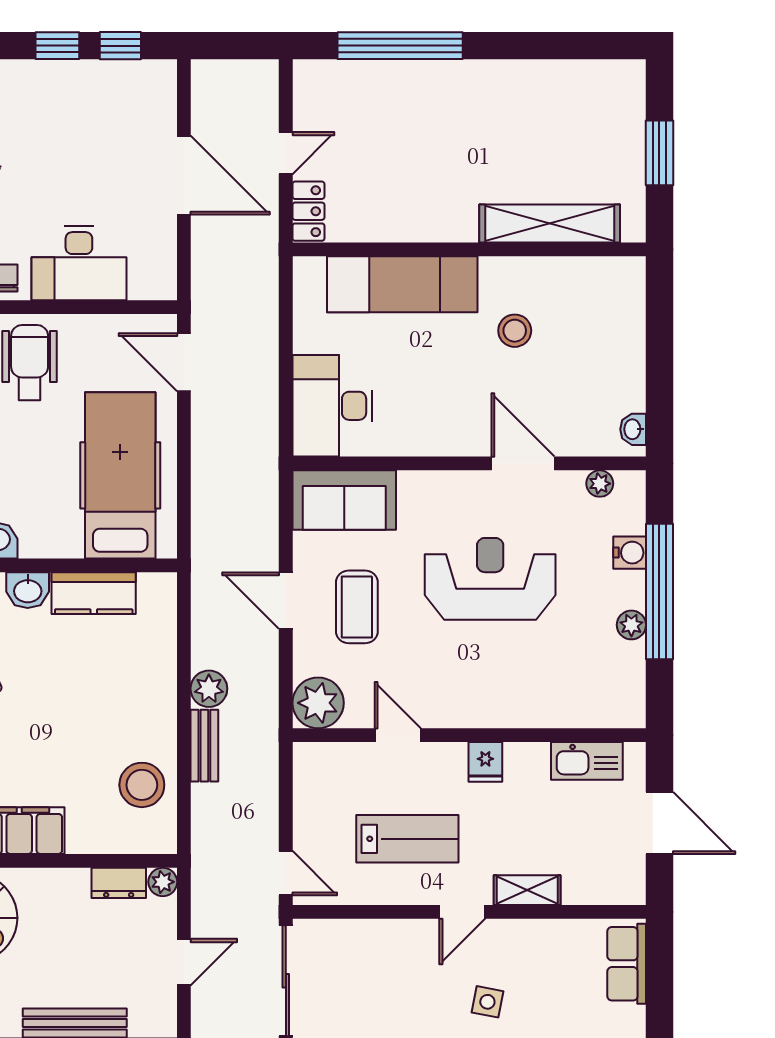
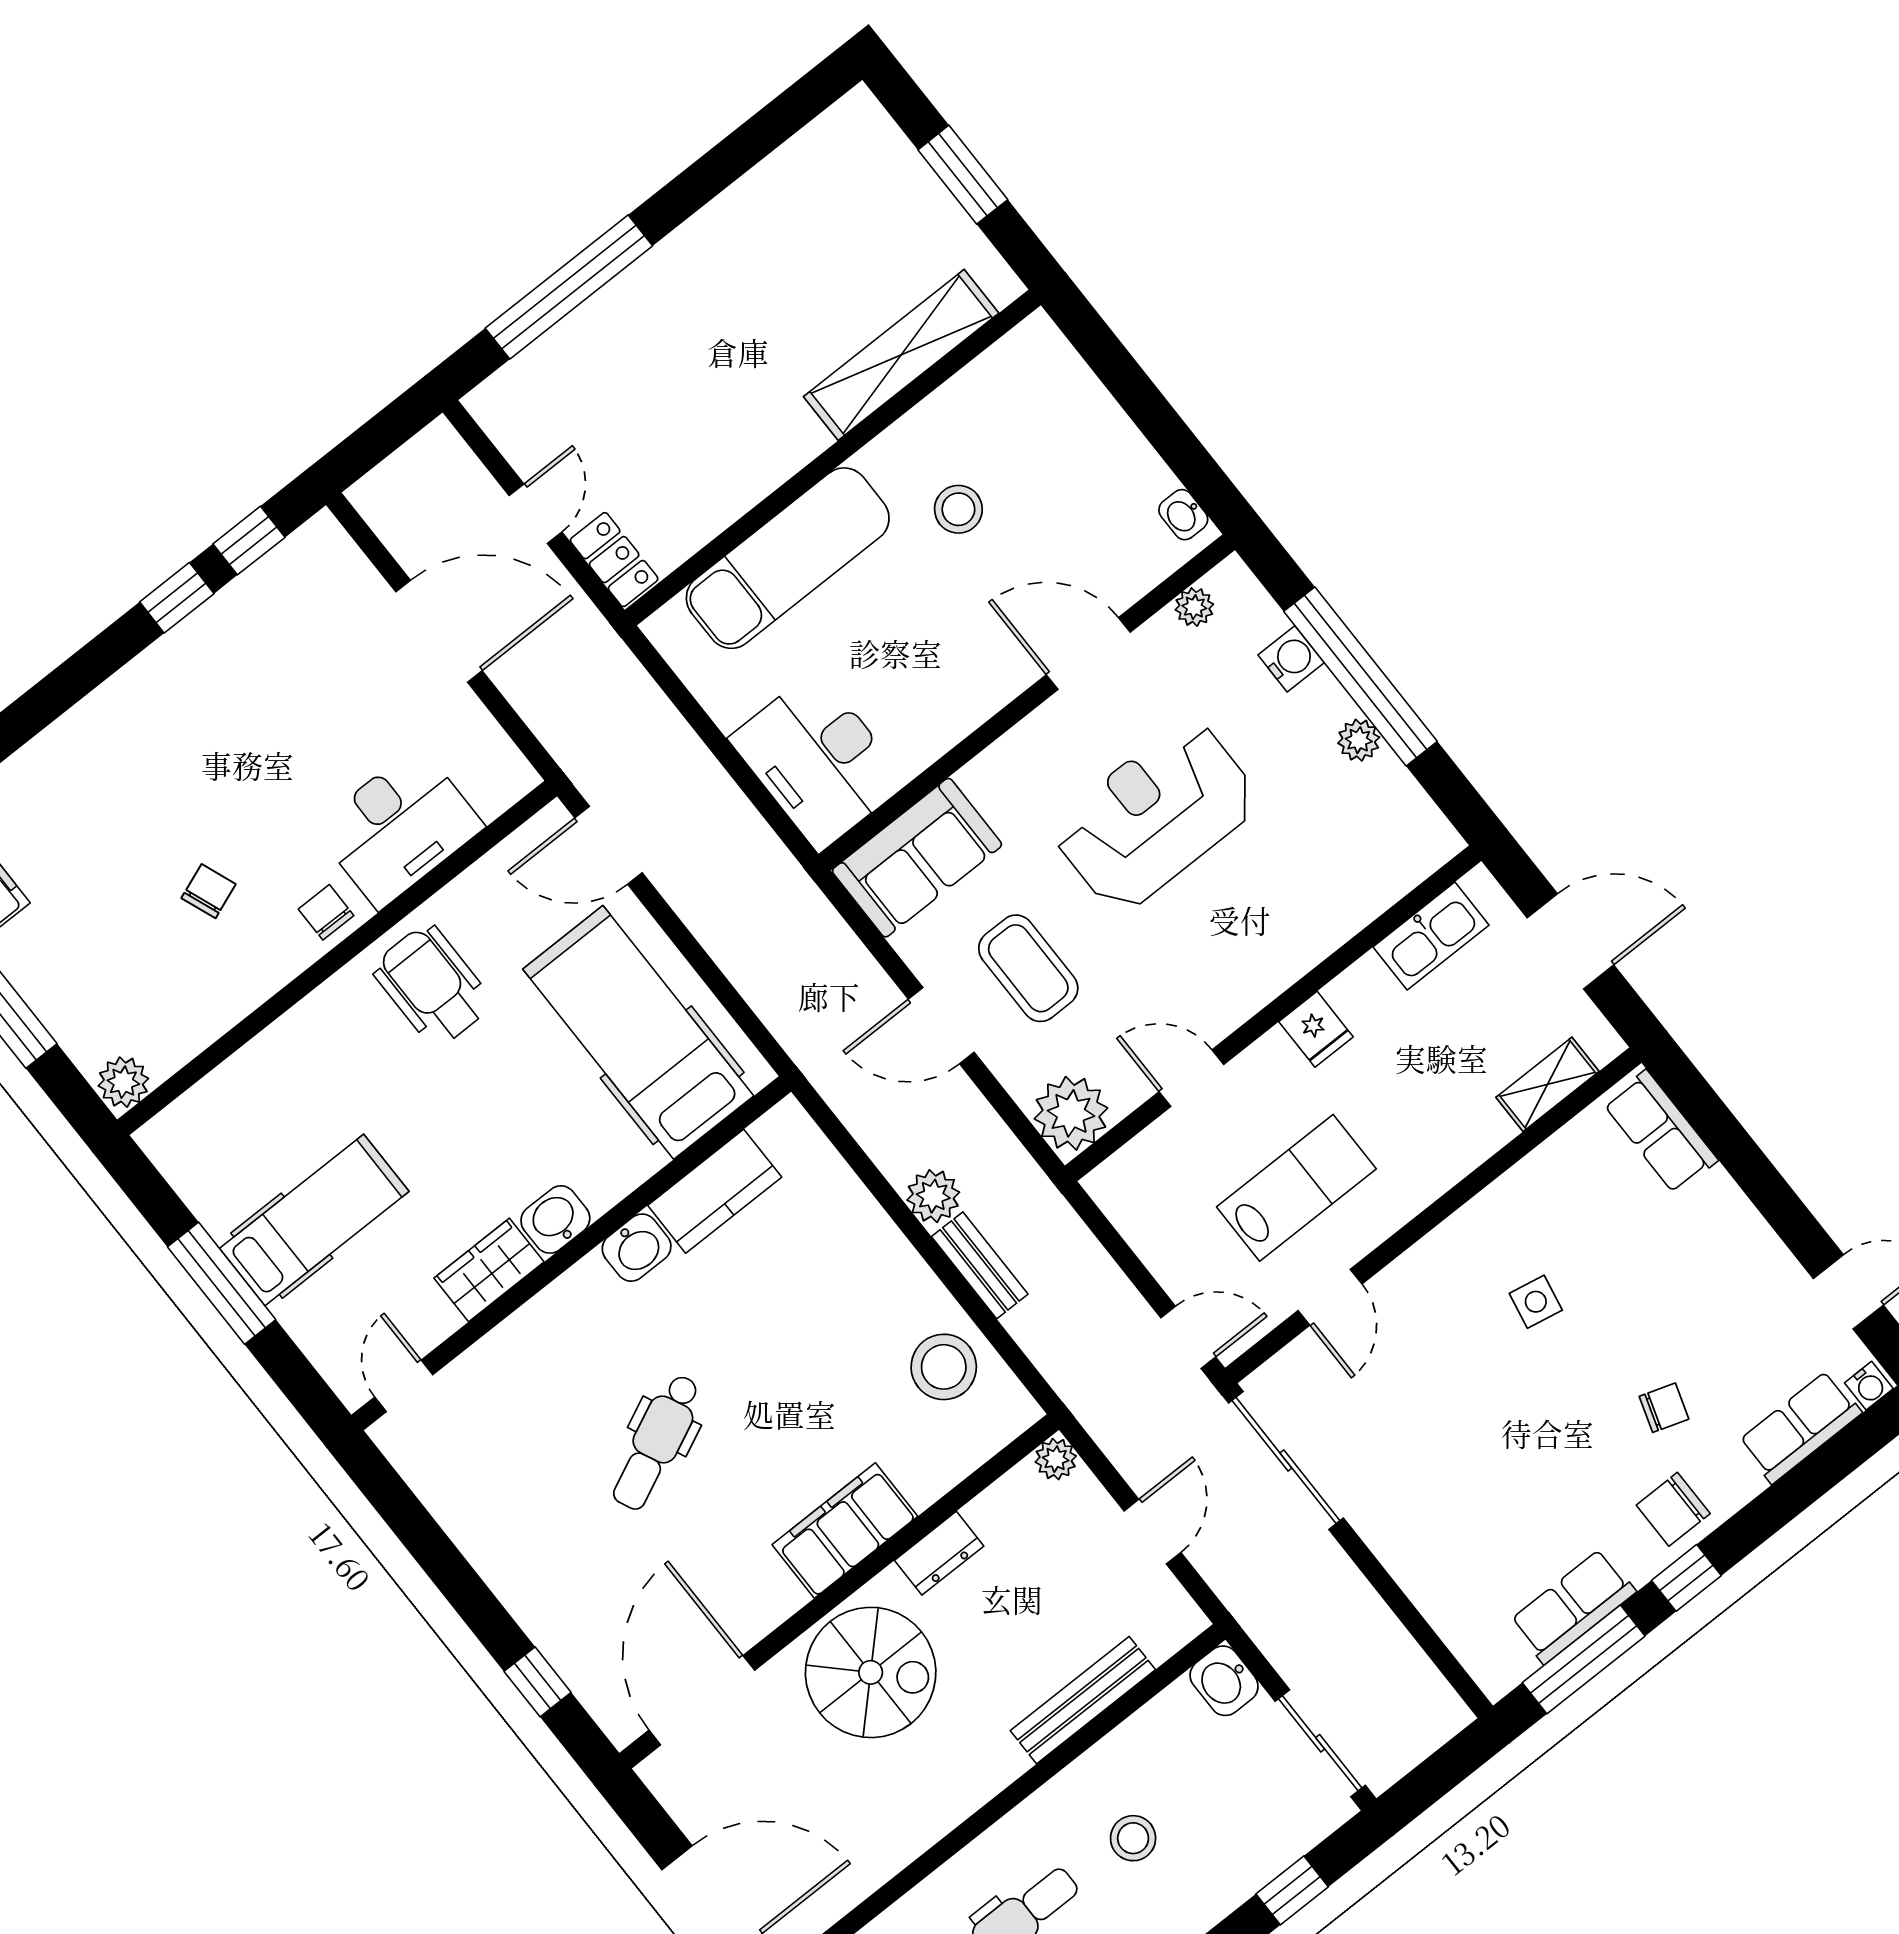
dresser: (119, 883) -> (939, 1553), moved
shelving: (527, 890) -> (1548, 1084), moved
door: (462, 912) -> (1330, 1297), moved

